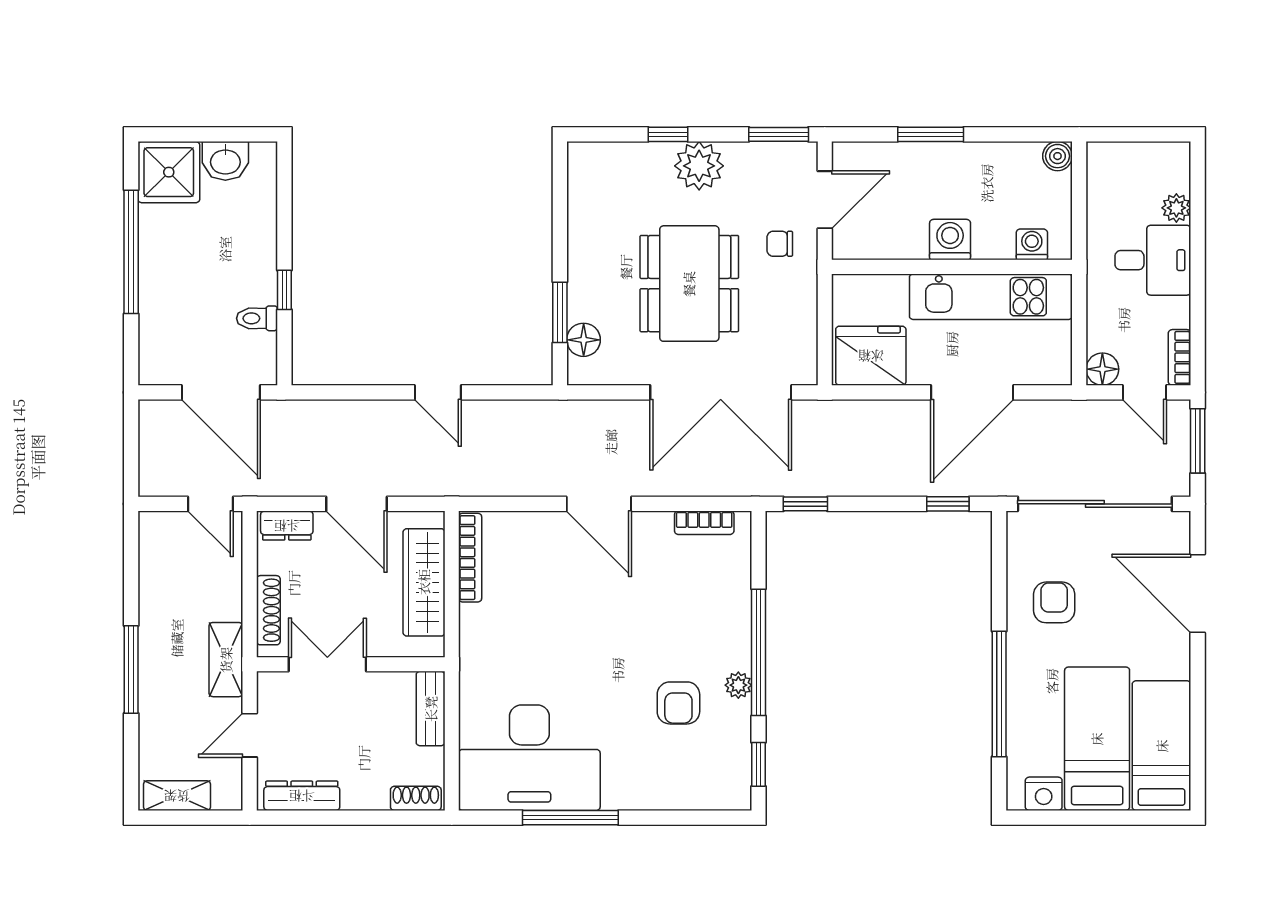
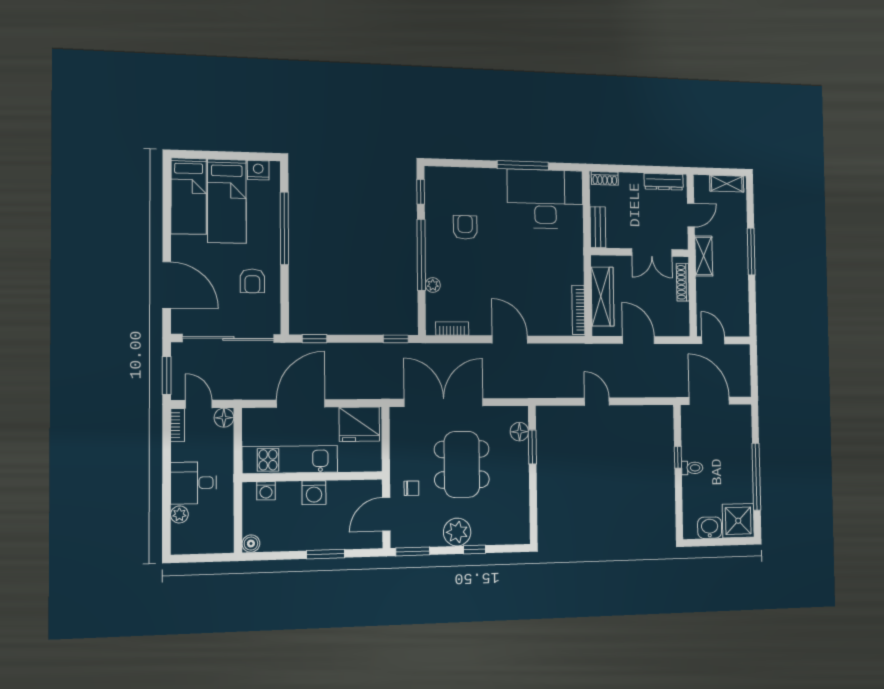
toilet: (257, 318) -> (692, 468), moved
dresser: (287, 526) -> (674, 328), removed
plant: (738, 685) -> (433, 285), moved

